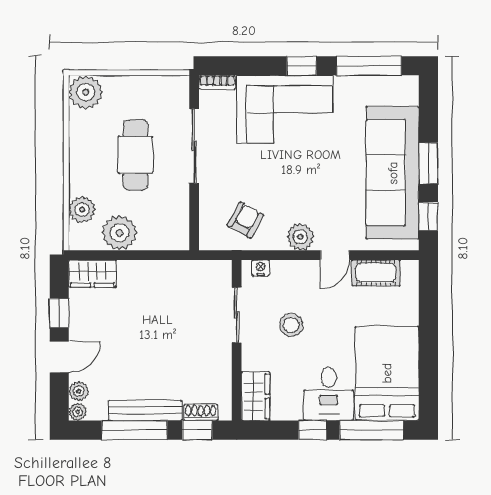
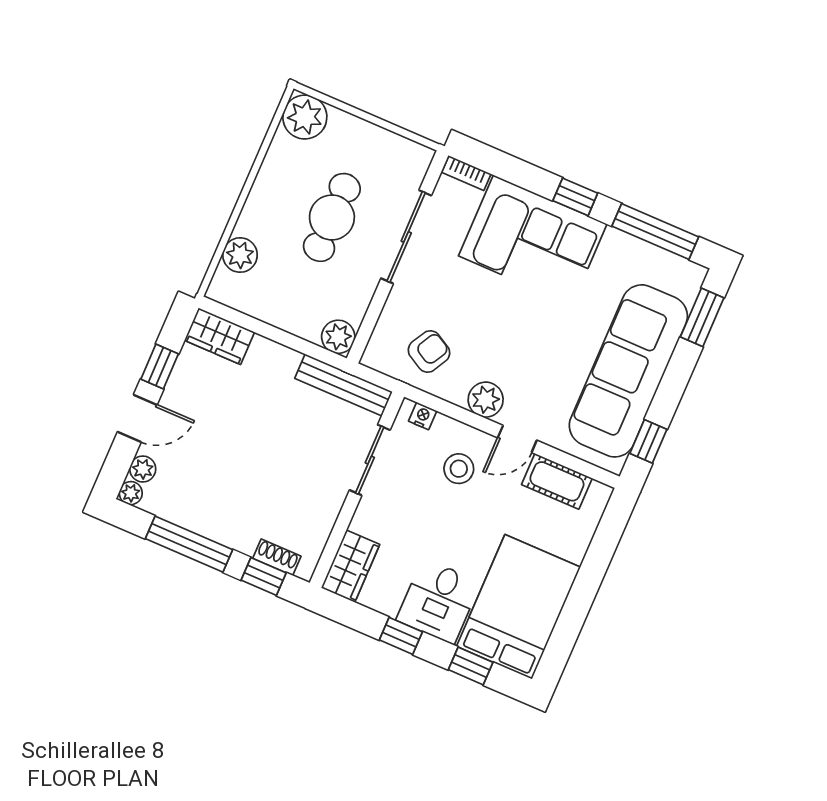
window: (428, 163) -> (702, 317), moved
plant: (119, 233) -> (338, 337), moved, width x0.73, depth x0.73
stool: (291, 325) -> (459, 469), moved
bench: (145, 410) -> (344, 385), moved
window: (371, 430) -> (471, 666), width x0.46

